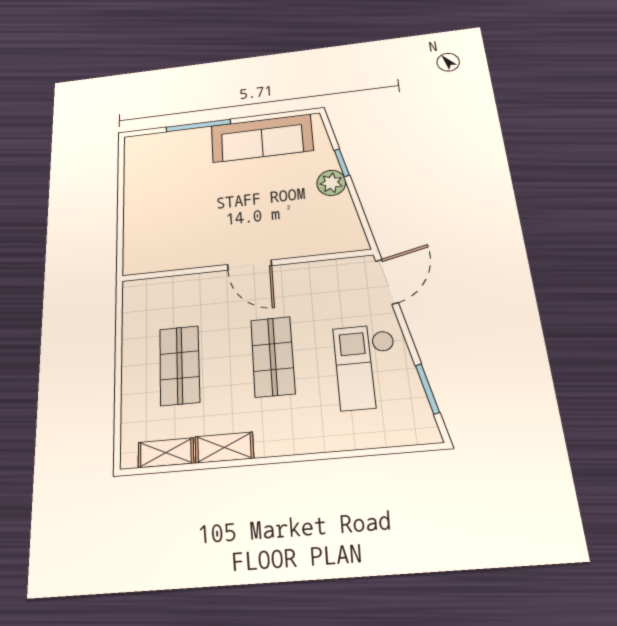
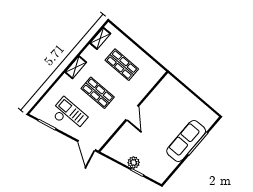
sofa: (262, 138) -> (186, 141), moved
door: (250, 265) -> (132, 113), swing flipped
shelving: (224, 447) -> (76, 67), moved

